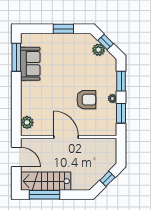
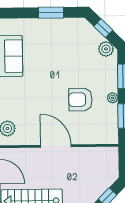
plant: (98, 50) -> (106, 49), moved
armchair: (86, 100) -> (80, 100), turned 180

